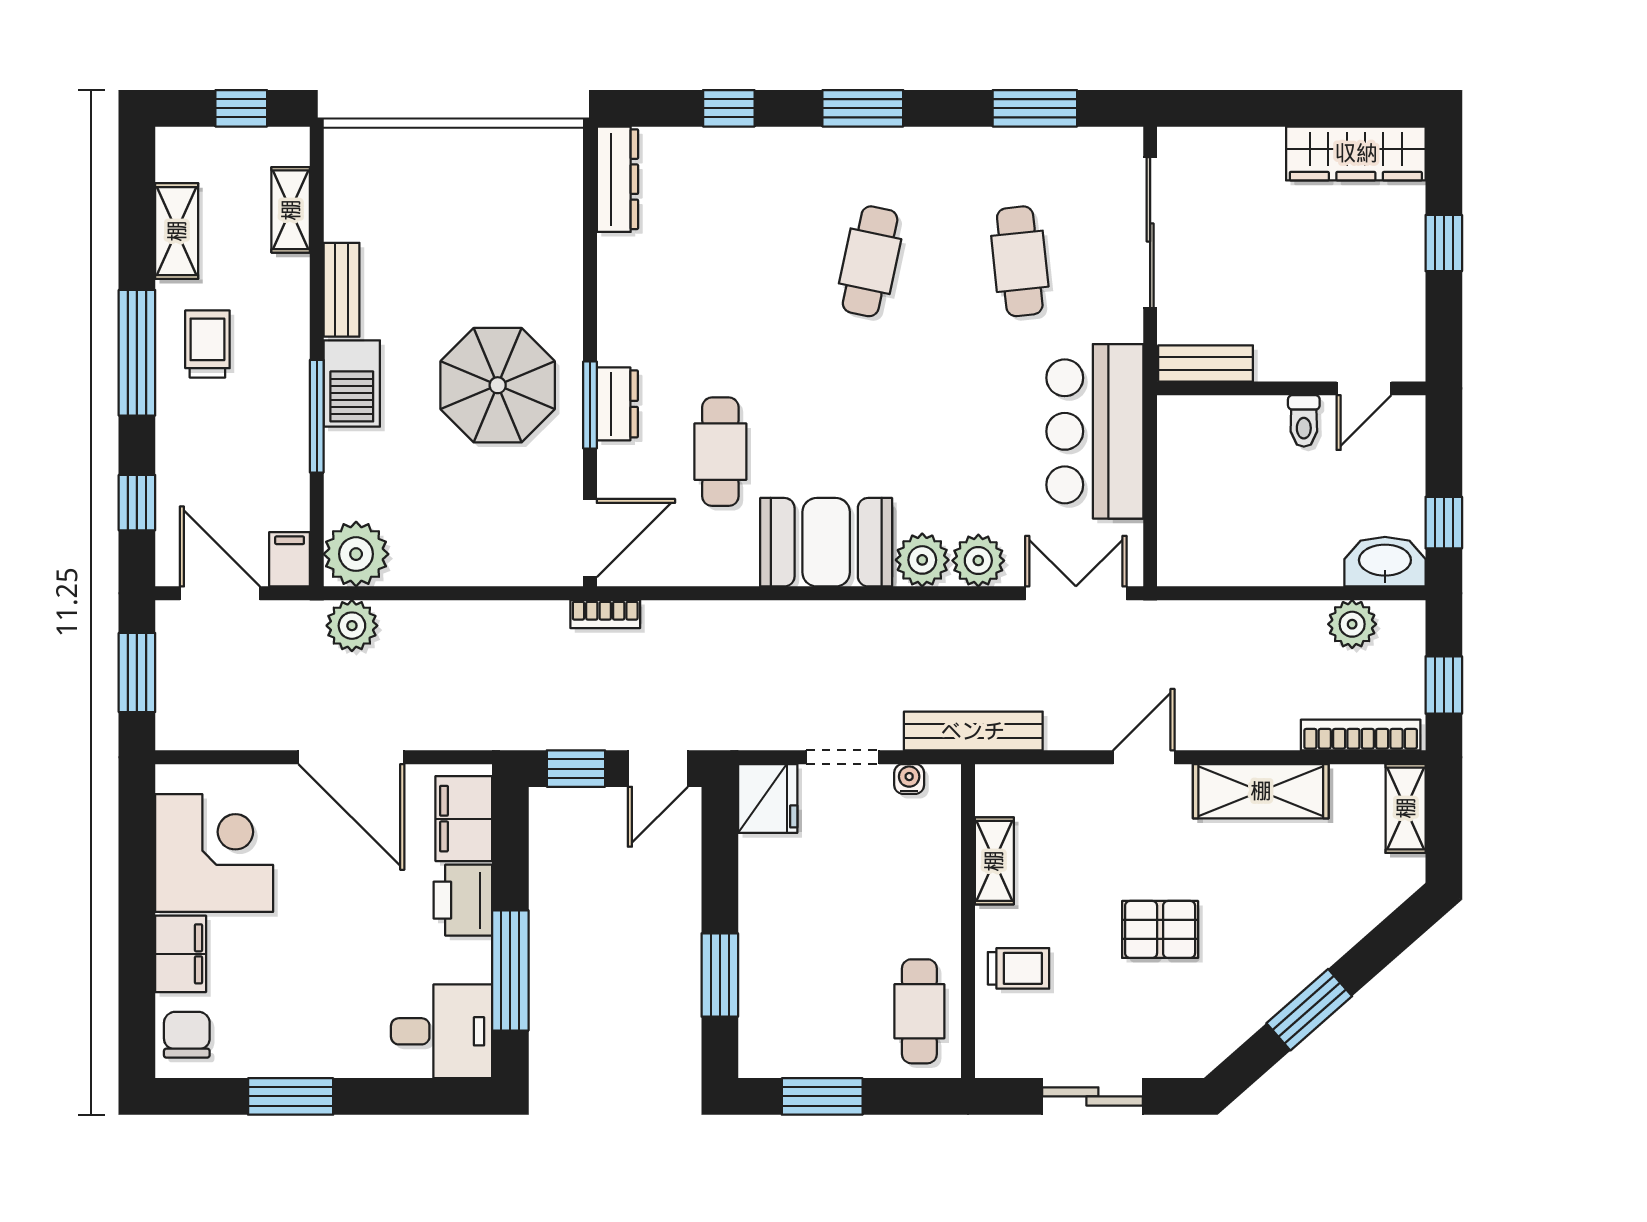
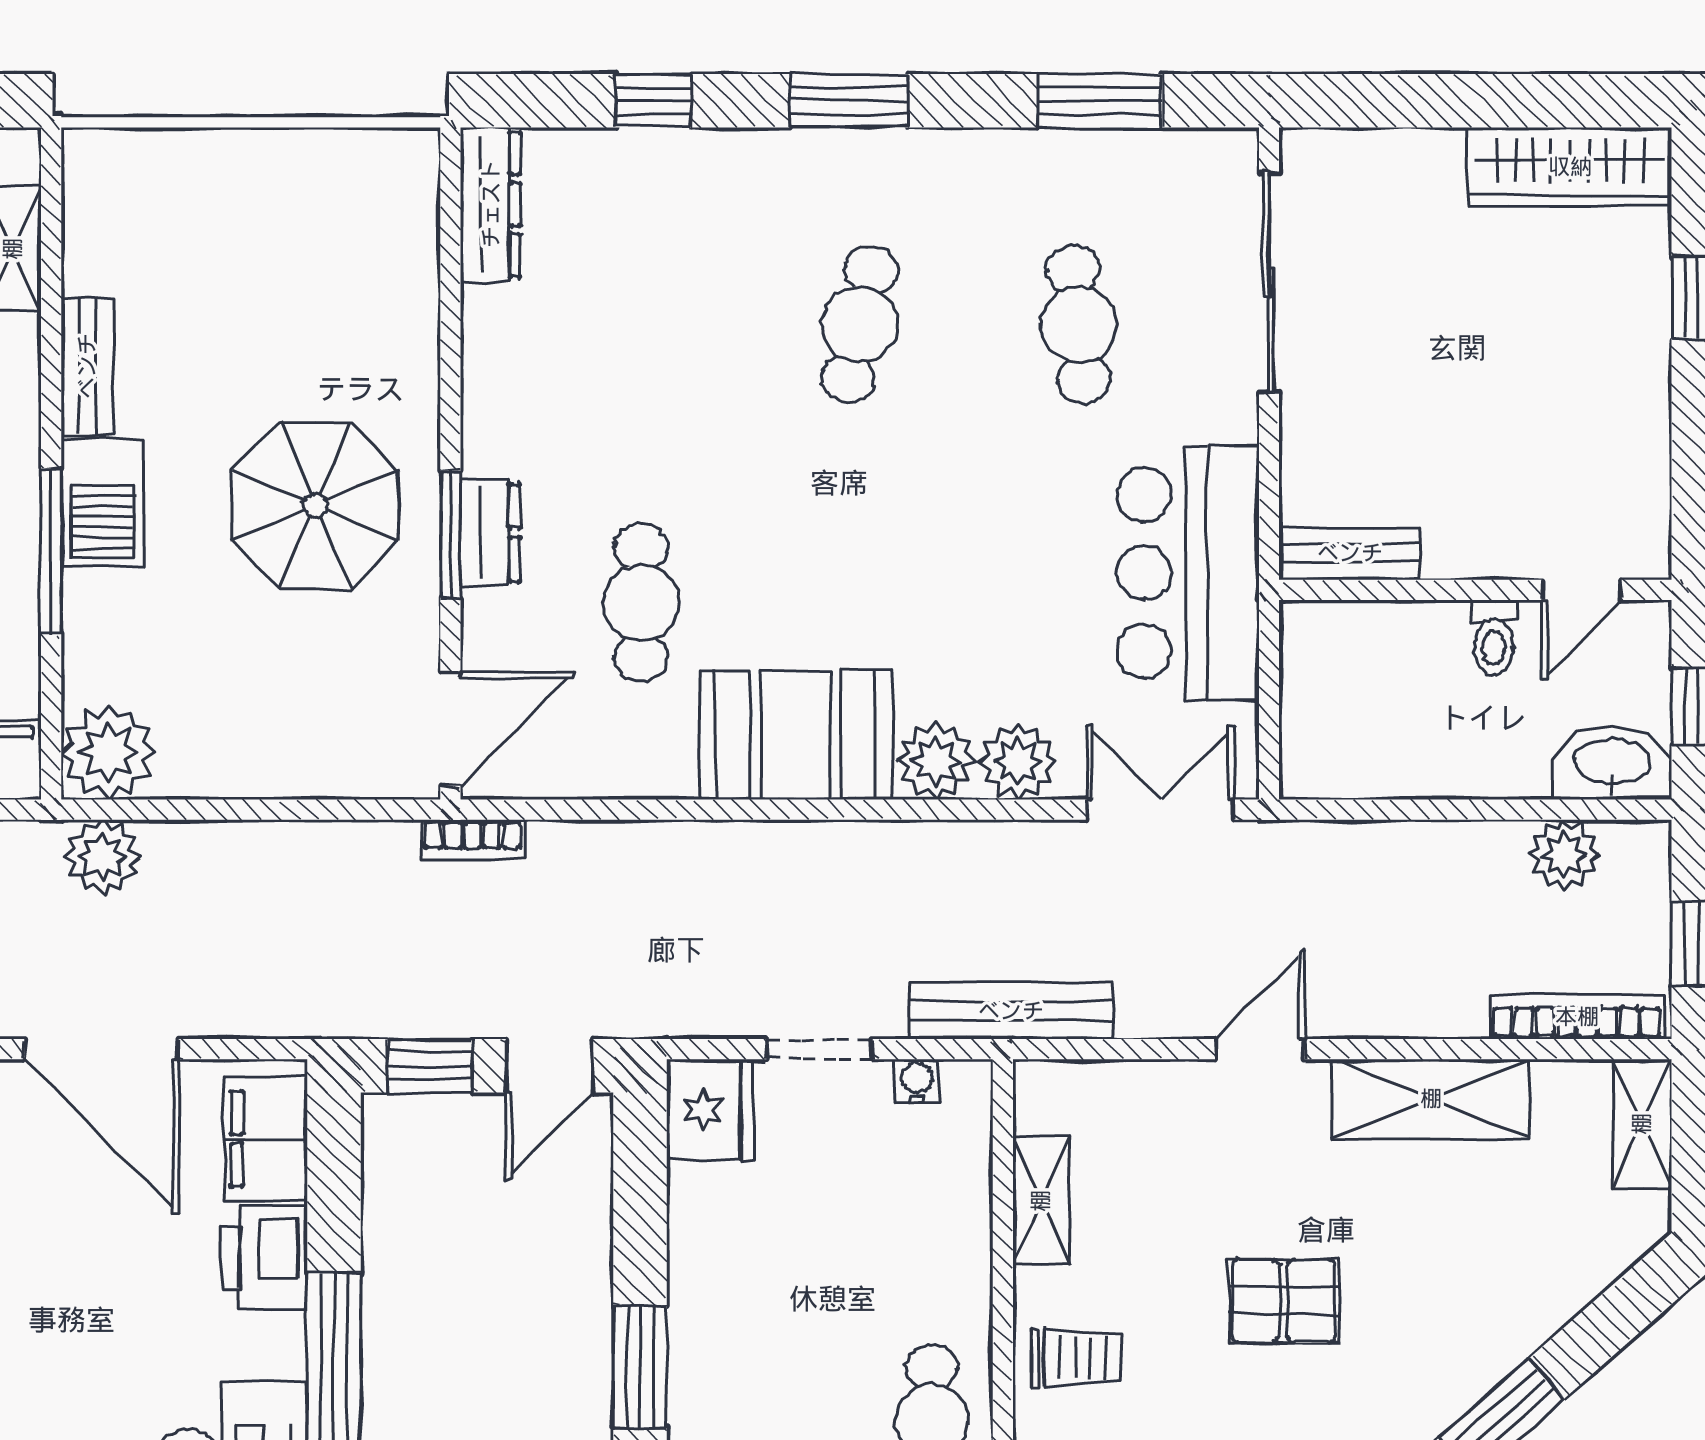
bench: (1206, 363) -> (1350, 553), moved
wall: (1291, 388) -> (1475, 590), moved
door: (1364, 388) -> (1581, 590), moved
toilet: (1304, 421) -> (1494, 638), moved

